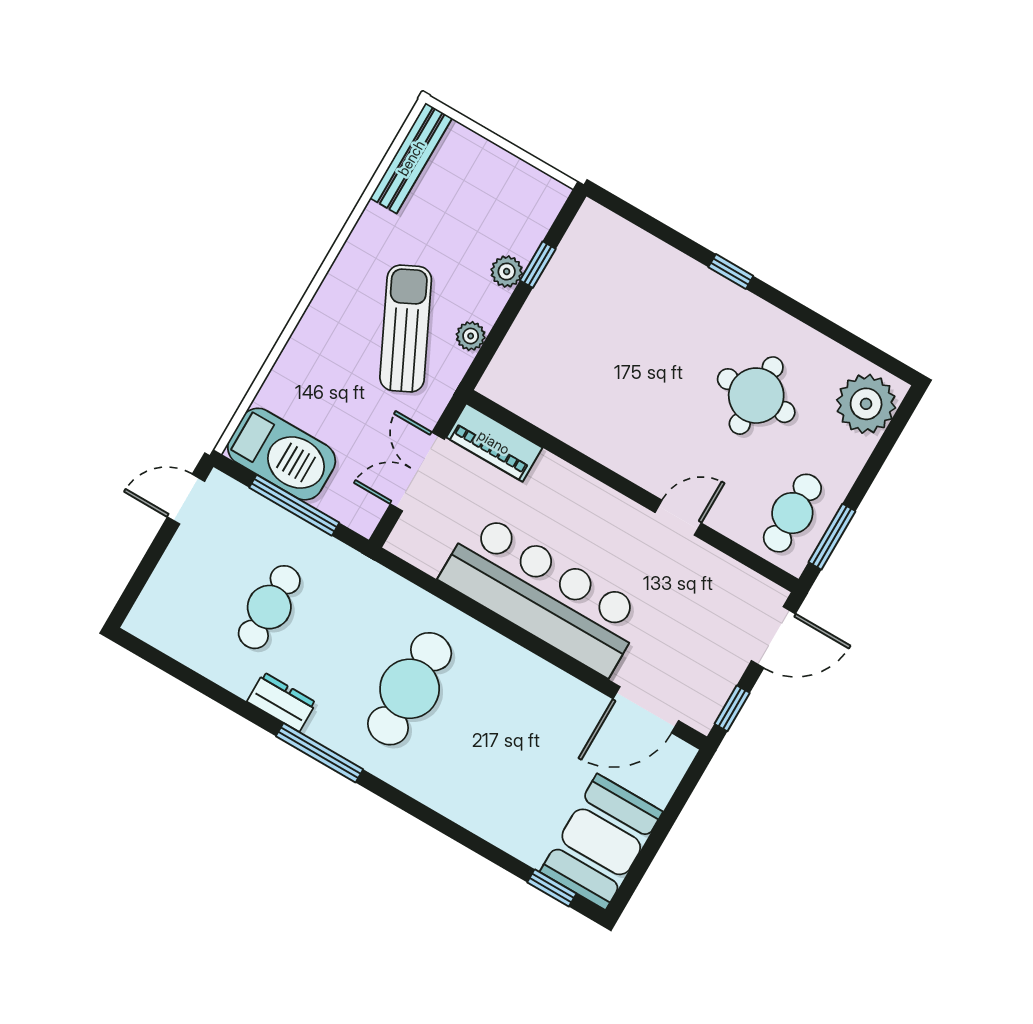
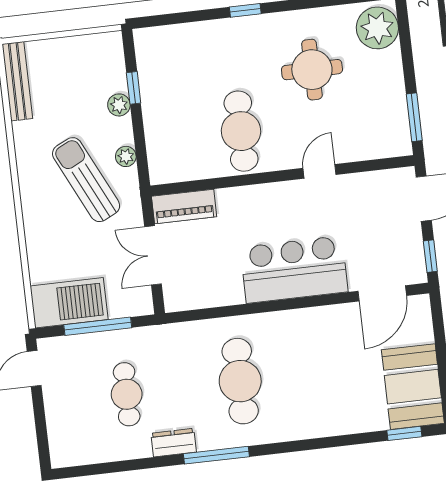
cafe table: (792, 513) -> (241, 131), moved, width x1.37, depth x1.35
bar counter: (543, 594) -> (294, 270), width x0.73

